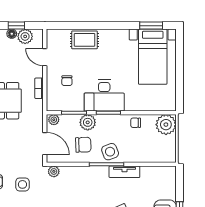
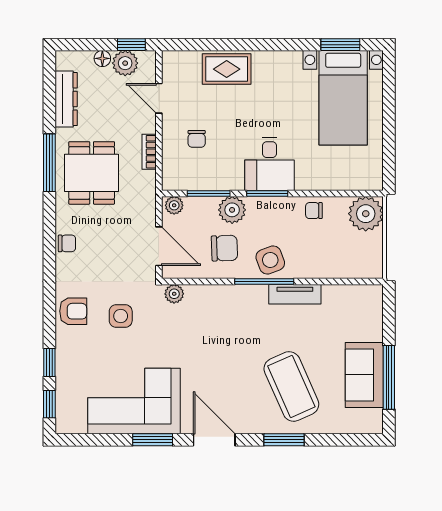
window: (16, 26) -> (131, 45), moved
desk: (104, 95) -> (270, 164), width x0.73

